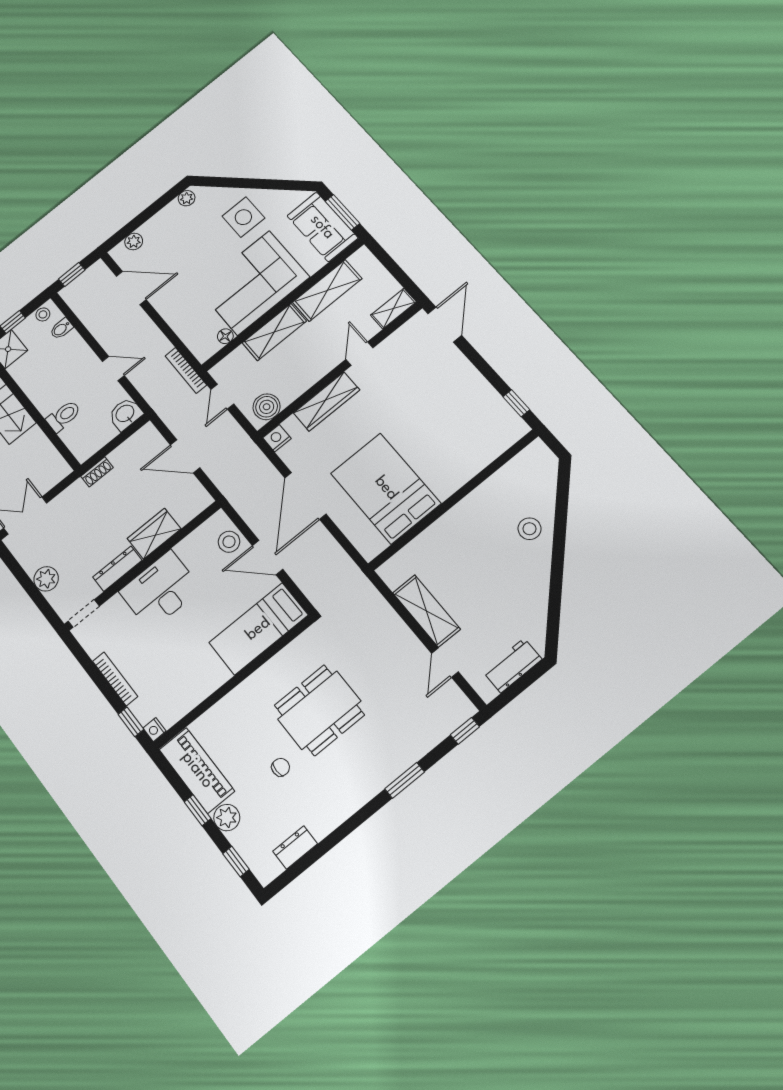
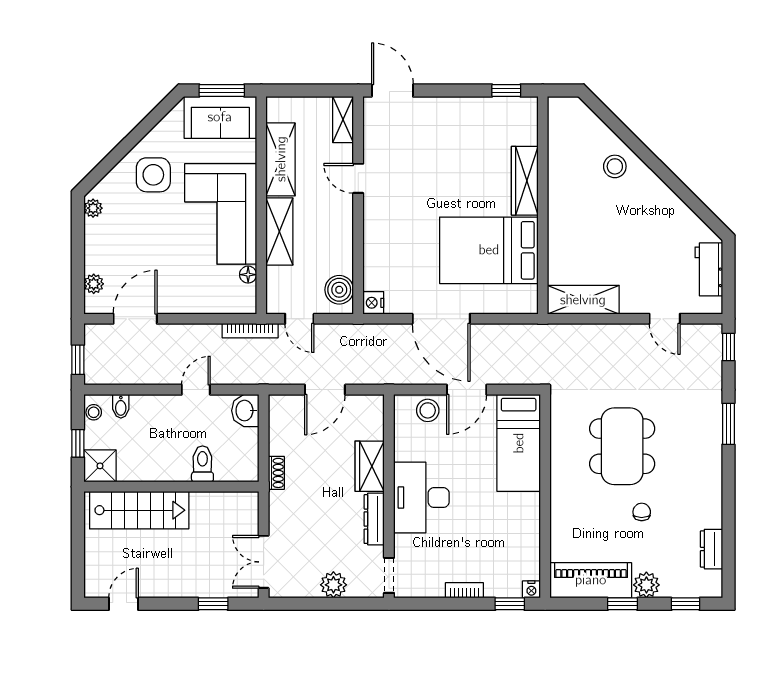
wardrobe: (327, 401) -> (525, 181), moved, turned 180
shelving: (426, 611) -> (583, 300), moved
bookcase: (115, 679) -> (464, 590), width x0.64

